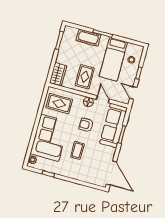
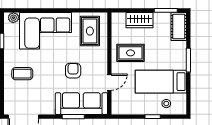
cot: (88, 38) -> (179, 26), moved
wardrobe: (58, 74) -> (139, 20), moved
door: (133, 93) -> (127, 117), removed
floor lamp: (88, 102) -> (101, 65), removed
coffee table: (77, 150) -> (22, 74), moved

